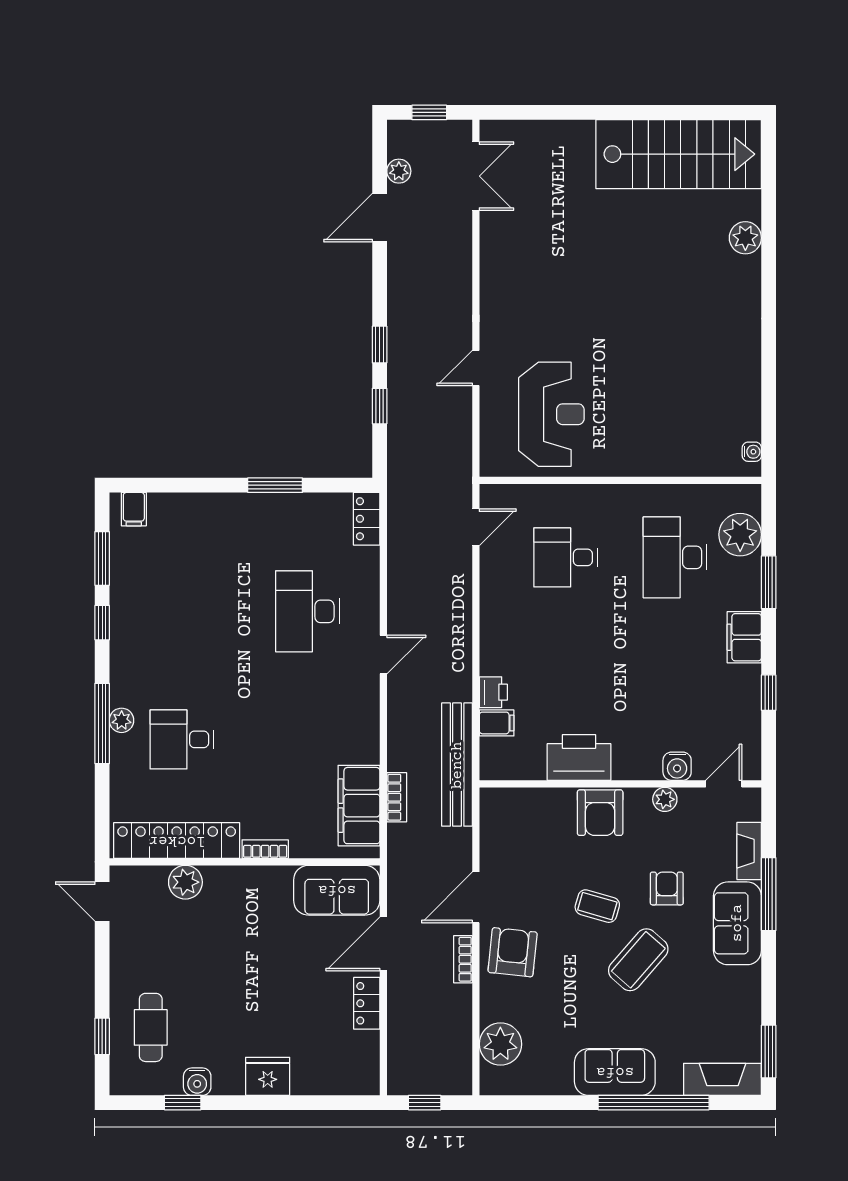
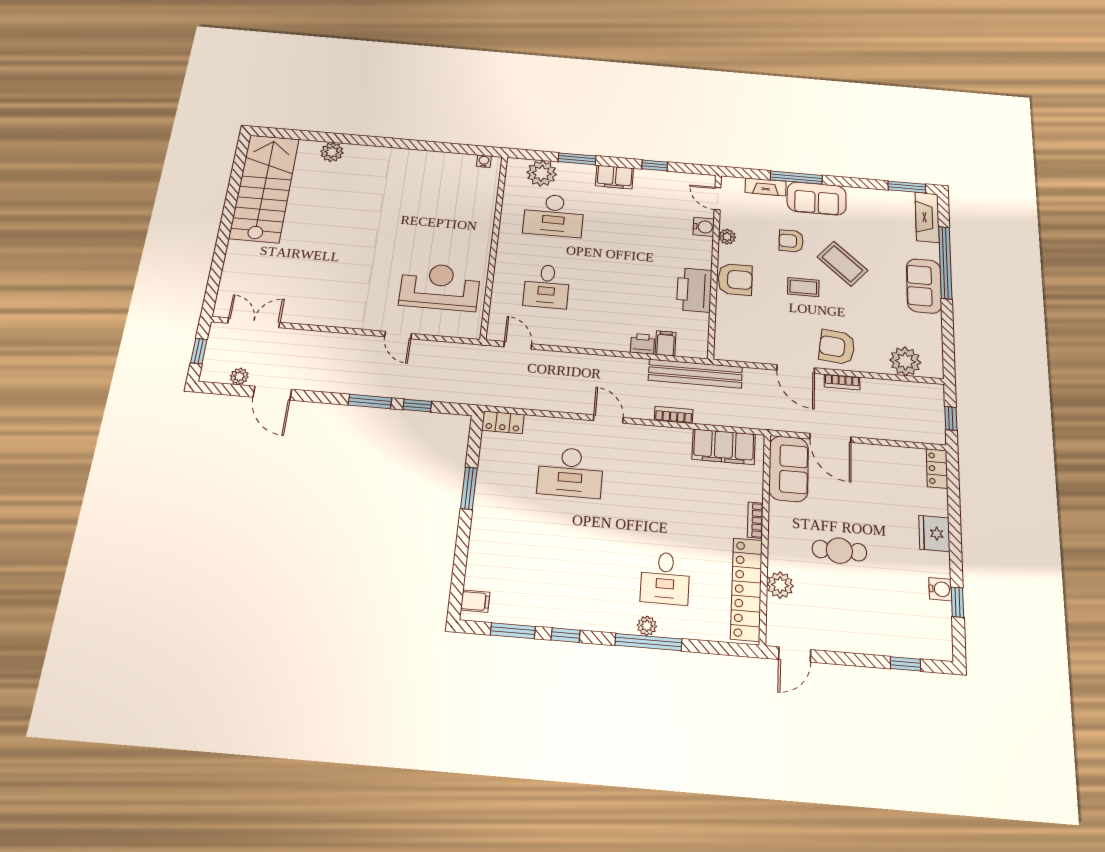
window: (380, 345) -> (370, 401), width x1.50
bookcase: (397, 797) -> (674, 415), moved
coffee table: (597, 906) -> (803, 287), turned 74
locker: (367, 1003) -> (937, 469), moved, turned 90
cafe table: (151, 1027) -> (839, 551), moved

